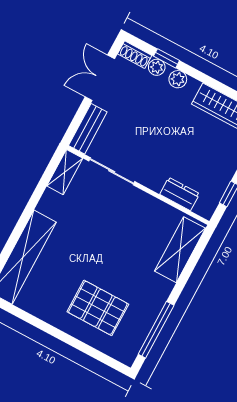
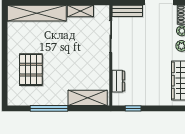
shelving: (65, 172) -> (80, 11), moved
window: (156, 330) -> (49, 108), moved

